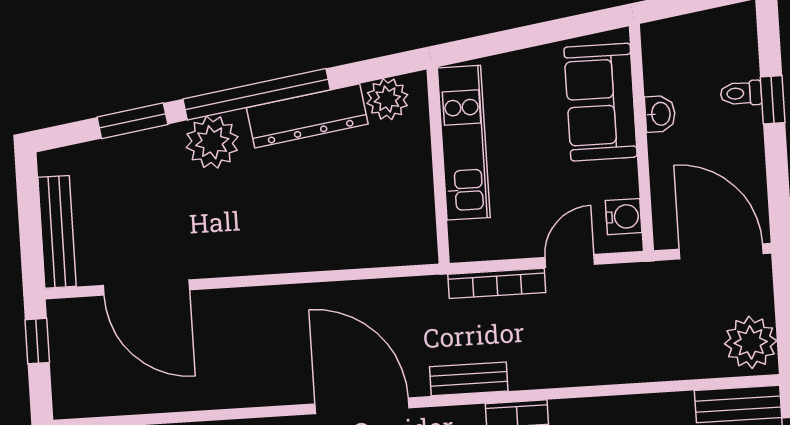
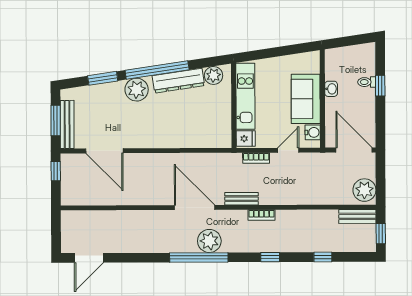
sofa: (601, 102) -> (306, 99), moved
window: (30, 224) -> (56, 120), added
fridge: (470, 240) -> (246, 139), added
bookcase: (497, 283) -> (256, 158), width x0.64

